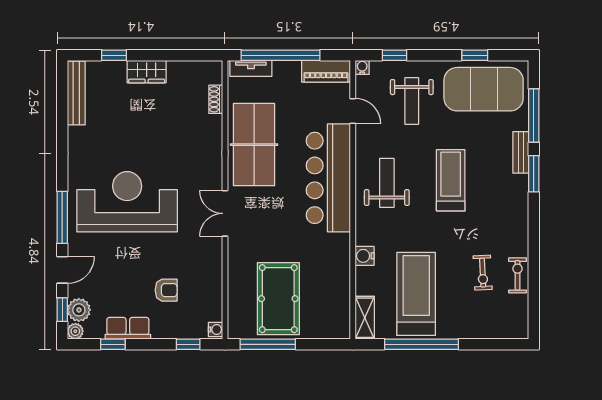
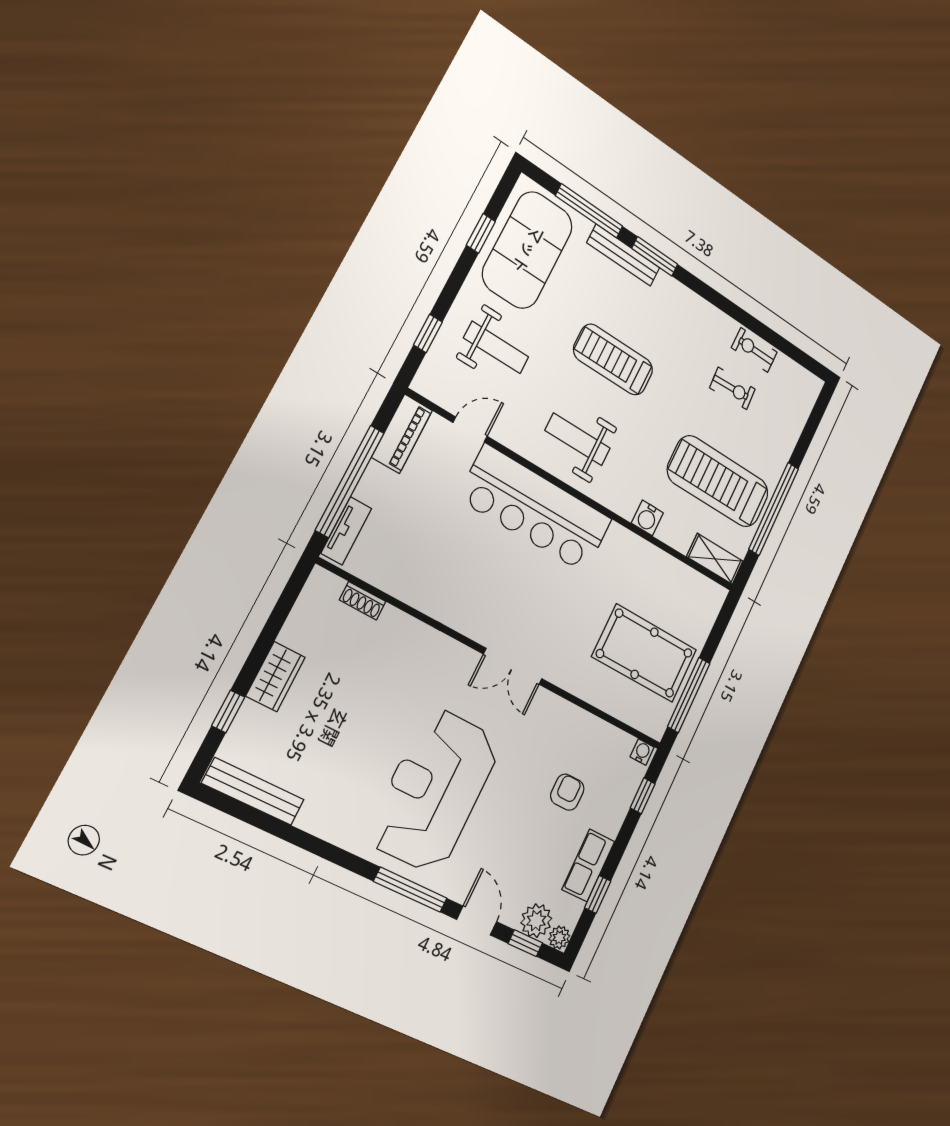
water cooler: (362, 67) -> (422, 384), removed
table tennis table: (254, 145) -> (447, 582), removed
bench: (521, 152) -> (623, 255), width x1.36

